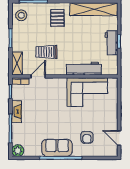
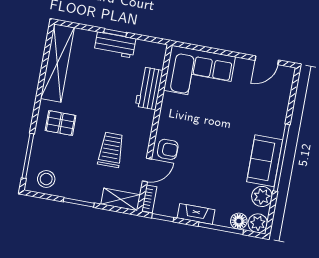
trolley: (46, 52) -> (111, 150), turned 180
workbench: (84, 69) -> (149, 88), width x0.73
door: (38, 76) -> (147, 170), swing flipped
corner sofa: (87, 92) -> (199, 74), moved, turned 90
armchair: (87, 137) -> (168, 149), moved
floor lamp: (17, 139) -> (239, 221), added
plant: (35, 150) -> (262, 196), added

